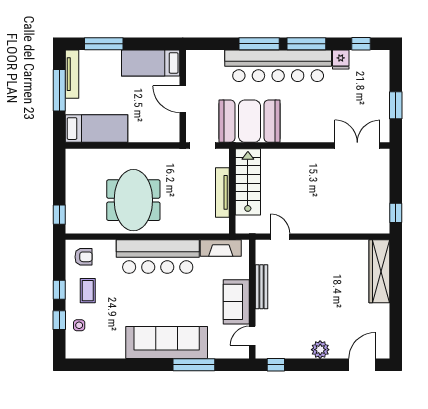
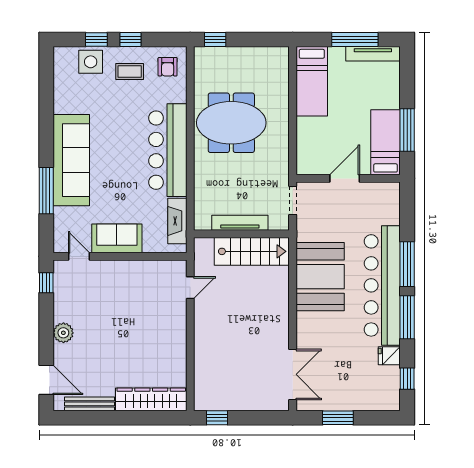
window: (104, 44) -> (407, 130), moved
booth: (249, 121) -> (320, 277), moved
bench: (262, 287) -> (89, 404), moved
side table: (79, 325) -> (91, 62), width x1.87, depth x1.87

